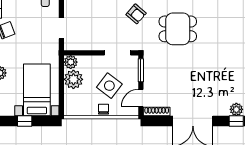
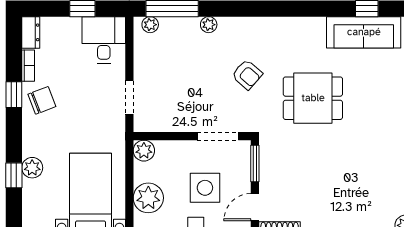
plant: (73, 79) -> (148, 198), moved
side table: (109, 86) -> (205, 188), turned -37

